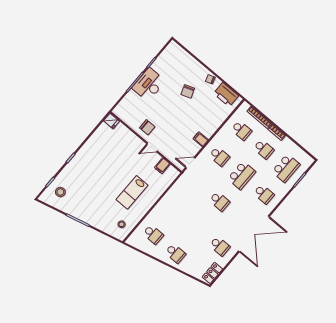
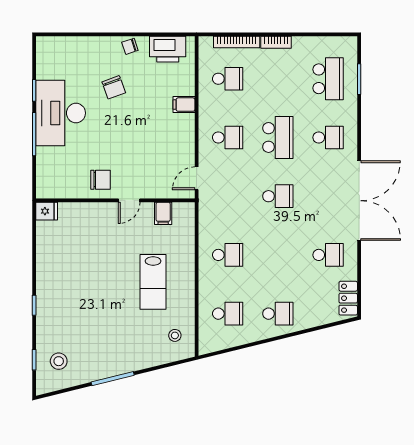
desk: (149, 85) -> (61, 113), width x1.36, depth x1.30
filing cabinet: (201, 139) -> (184, 105), moved
school desk: (264, 149) -> (228, 255), moved

